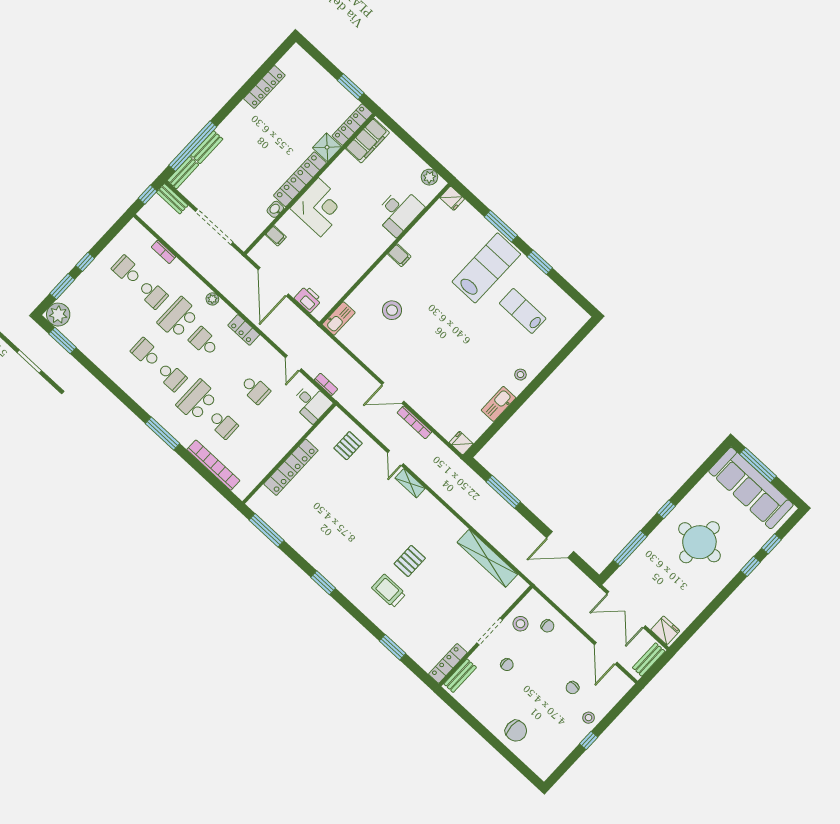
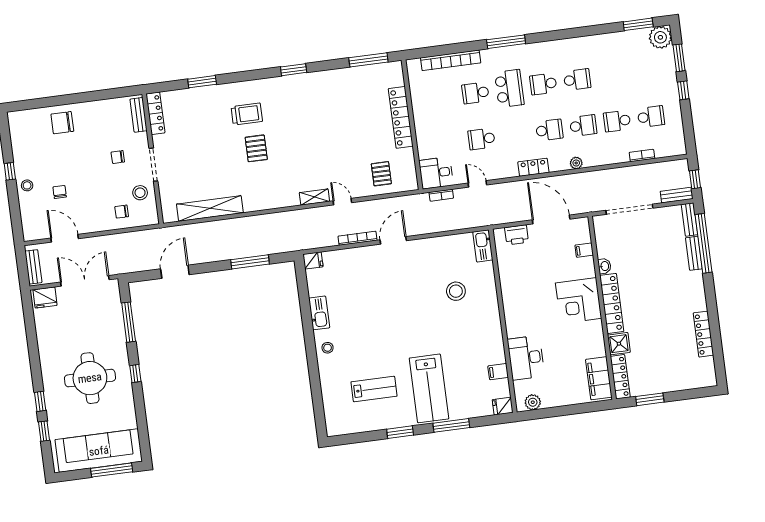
filing cabinet: (399, 255) -> (498, 372), moved
school desk: (178, 318) -> (583, 126), width x0.54

